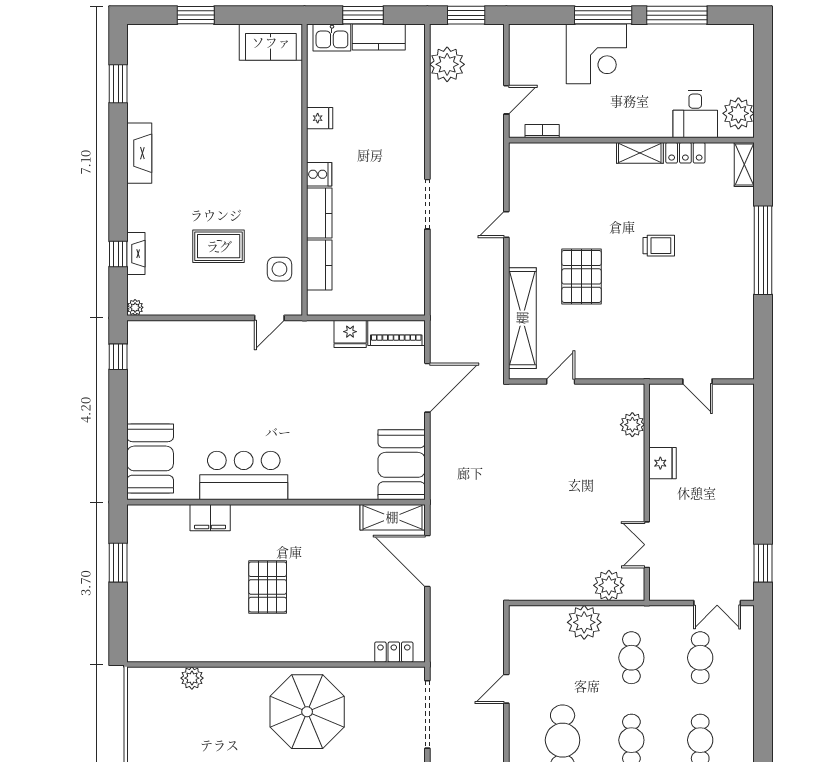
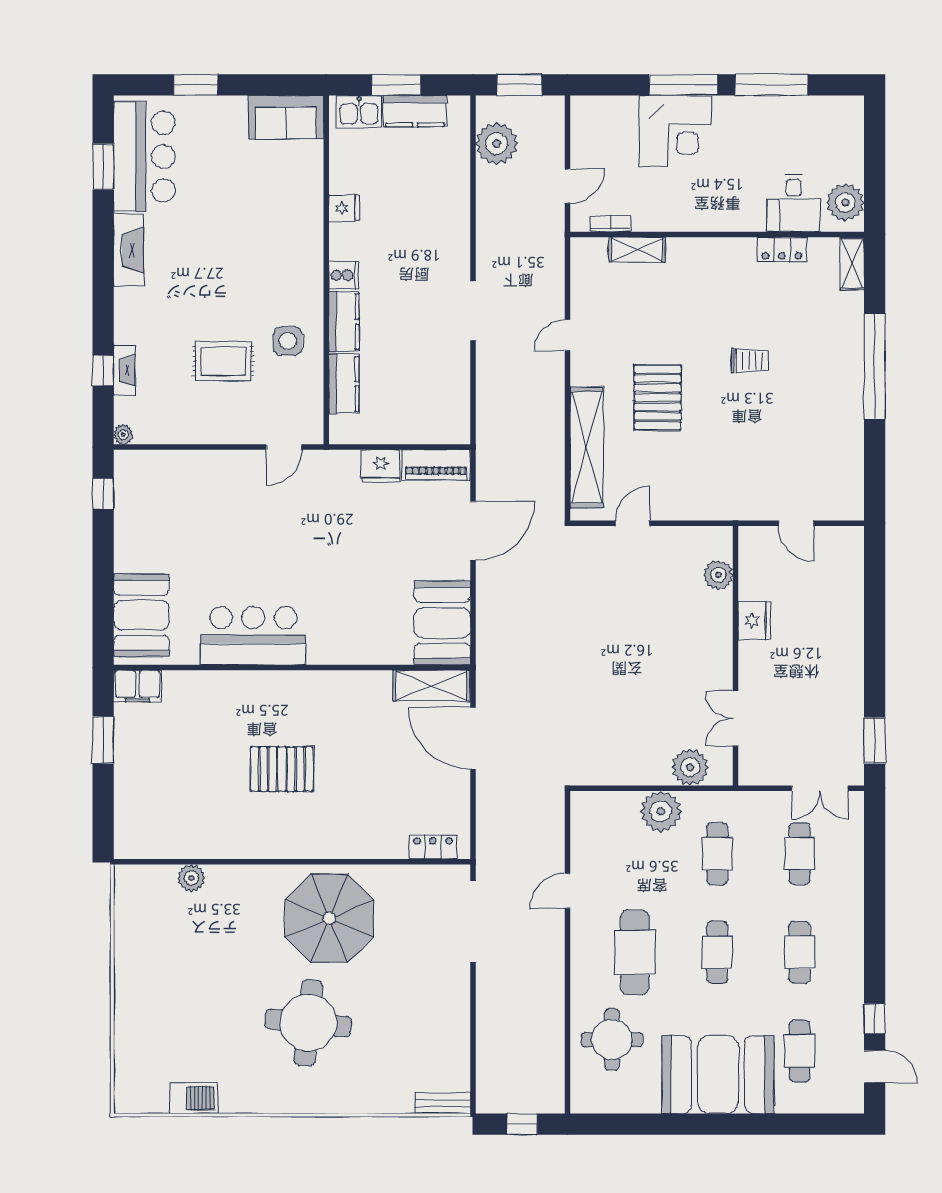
bar counter: (153, 75) -> (144, 157), added
shelving: (640, 153) -> (637, 250), moved
side table: (279, 269) -> (288, 341), moved
filing cabinet: (210, 518) -> (137, 686), moved
pallet: (268, 587) -> (282, 769), turned 90

